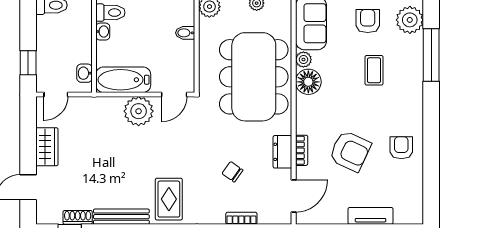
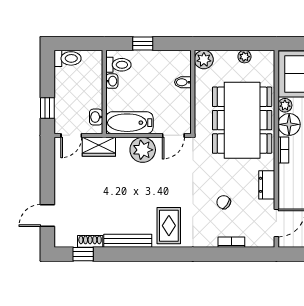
wardrobe: (47, 147) -> (99, 147), moved, turned 90
bookcase: (302, 150) -> (283, 150), moved

